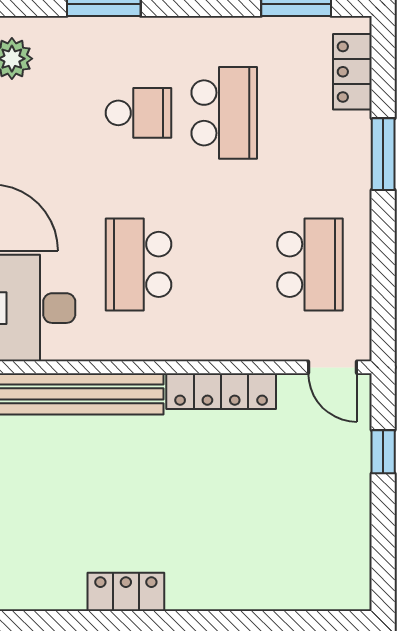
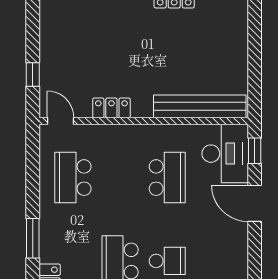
school desk: (139, 113) -> (167, 261), turned 180
locker: (221, 391) -> (111, 108), width x0.66

